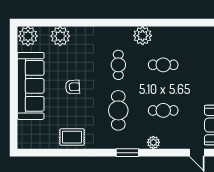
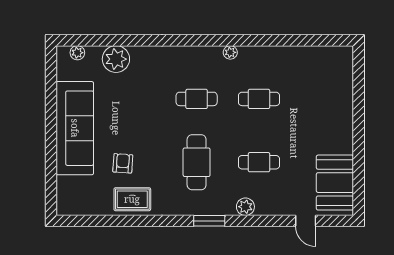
plant: (28, 36) -> (77, 53), width x0.53, depth x0.53
plant: (143, 36) -> (230, 52), width x0.53, depth x0.53
cafe table: (118, 65) -> (197, 99), turned 90
armchair: (73, 87) -> (123, 163), moved, turned -83

